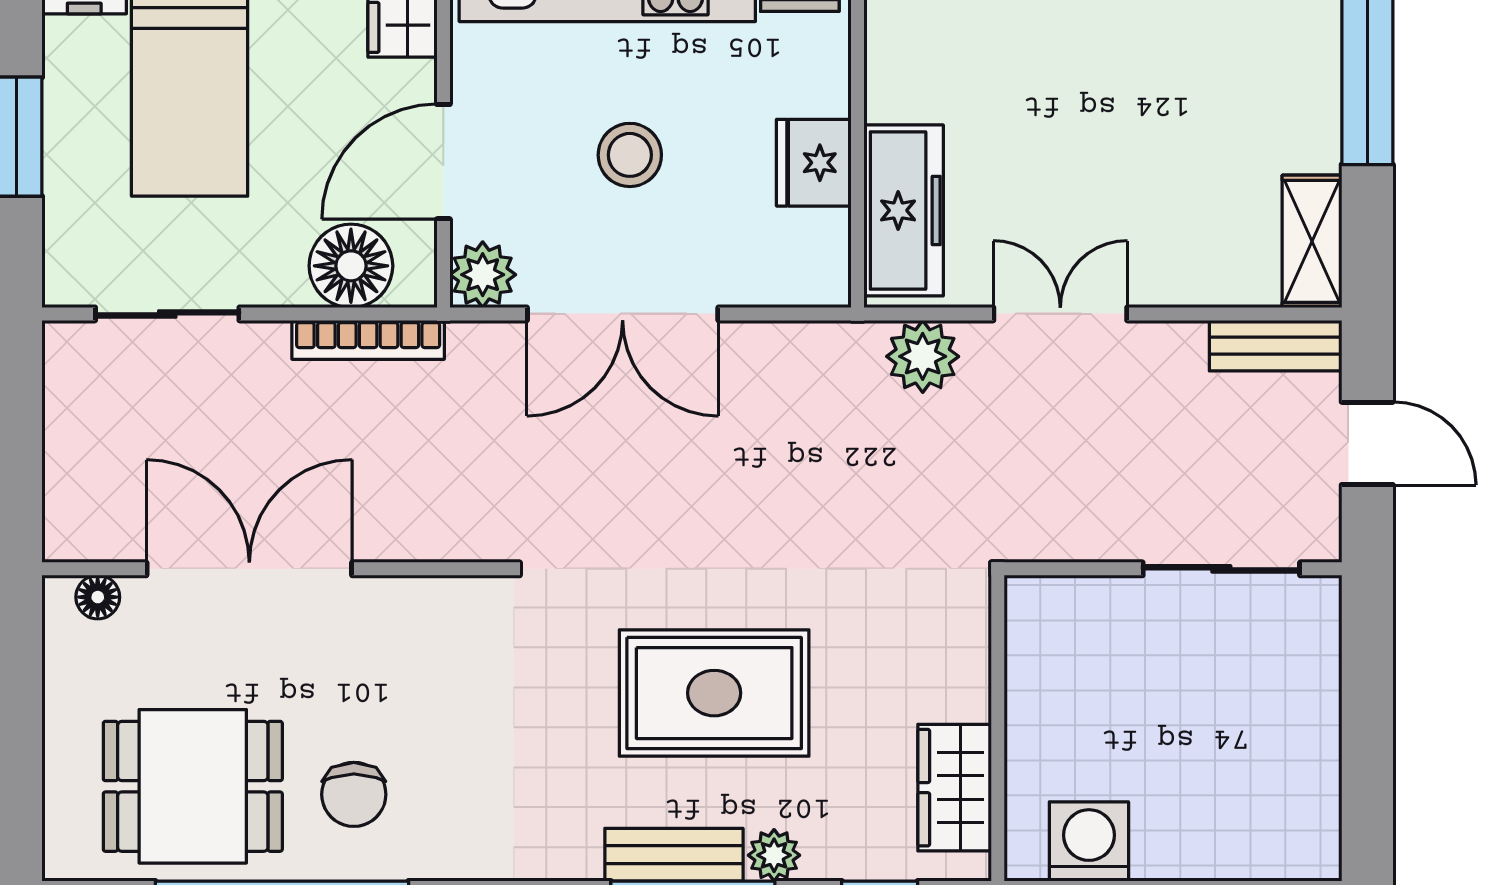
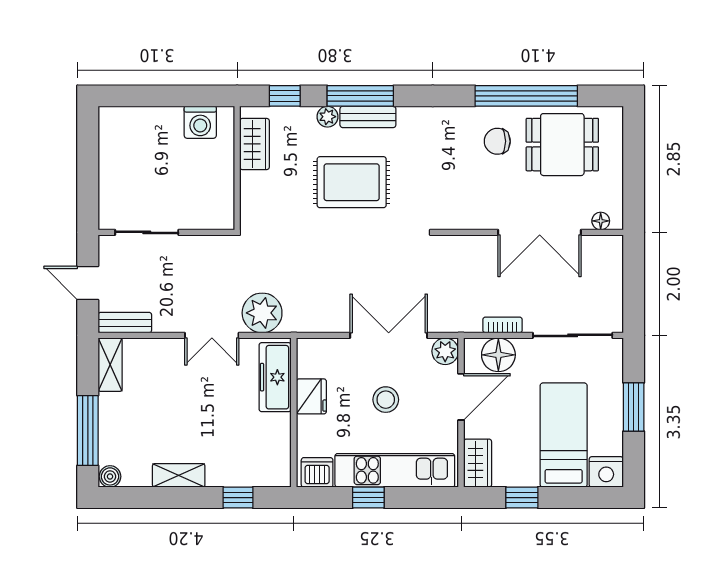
sliding door: (167, 314) -> (573, 335), width x1.37
bookcase: (368, 340) -> (503, 325), width x0.64
plant: (923, 356) -> (262, 313), width x1.36, depth x1.36
chair: (354, 794) -> (497, 141), turned -90

